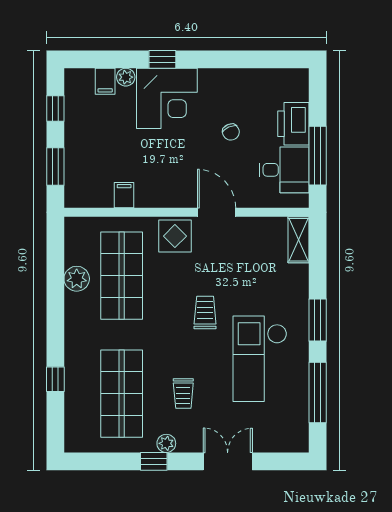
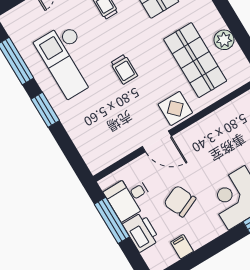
chair: (231, 132) -> (180, 201), width x1.87, depth x1.87
filing cabinet: (124, 195) -> (182, 247), moved, turned 180
shelving: (298, 240) -> (91, 156), removed
checkout: (260, 359) -> (68, 60), turned 180

